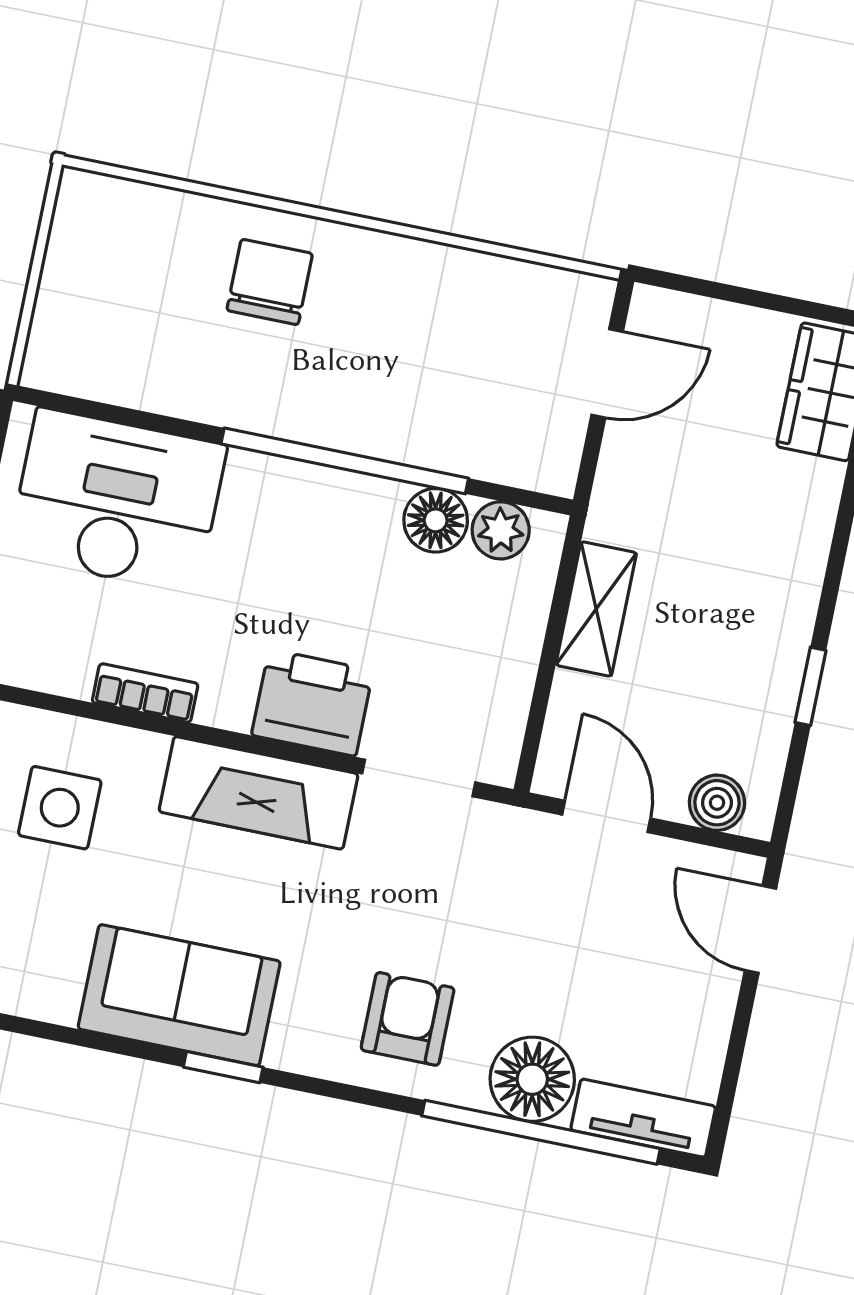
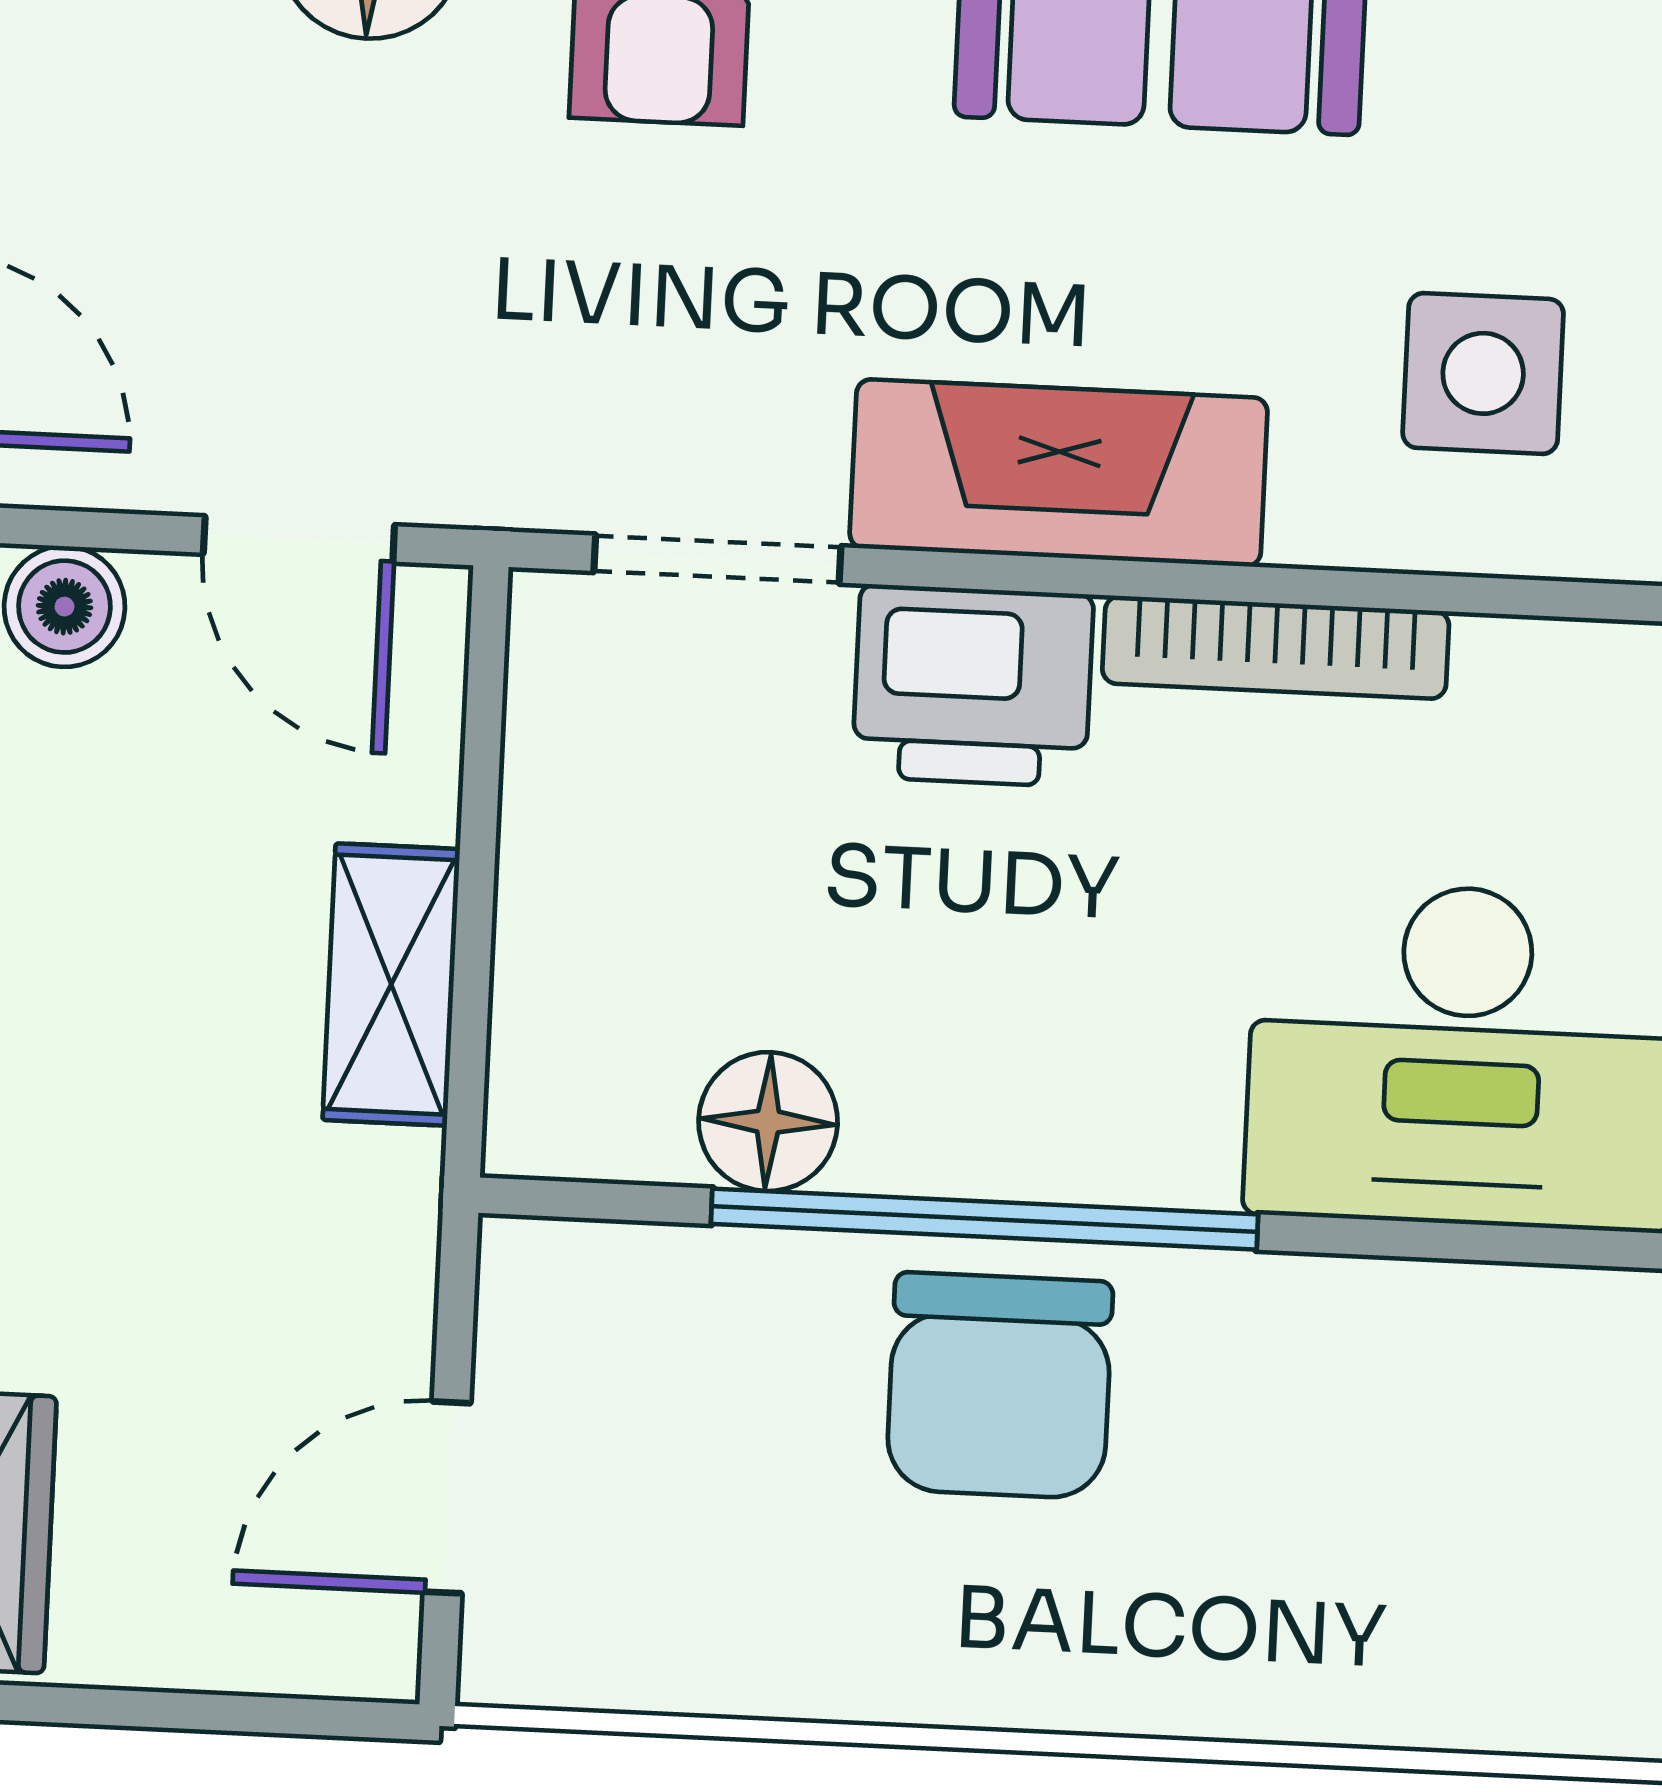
chair: (270, 282) -> (999, 1386), moved, width x1.37, depth x1.37
plant: (501, 530) -> (624, 1122), removed
bookcase: (145, 693) -> (1276, 647), width x1.56

